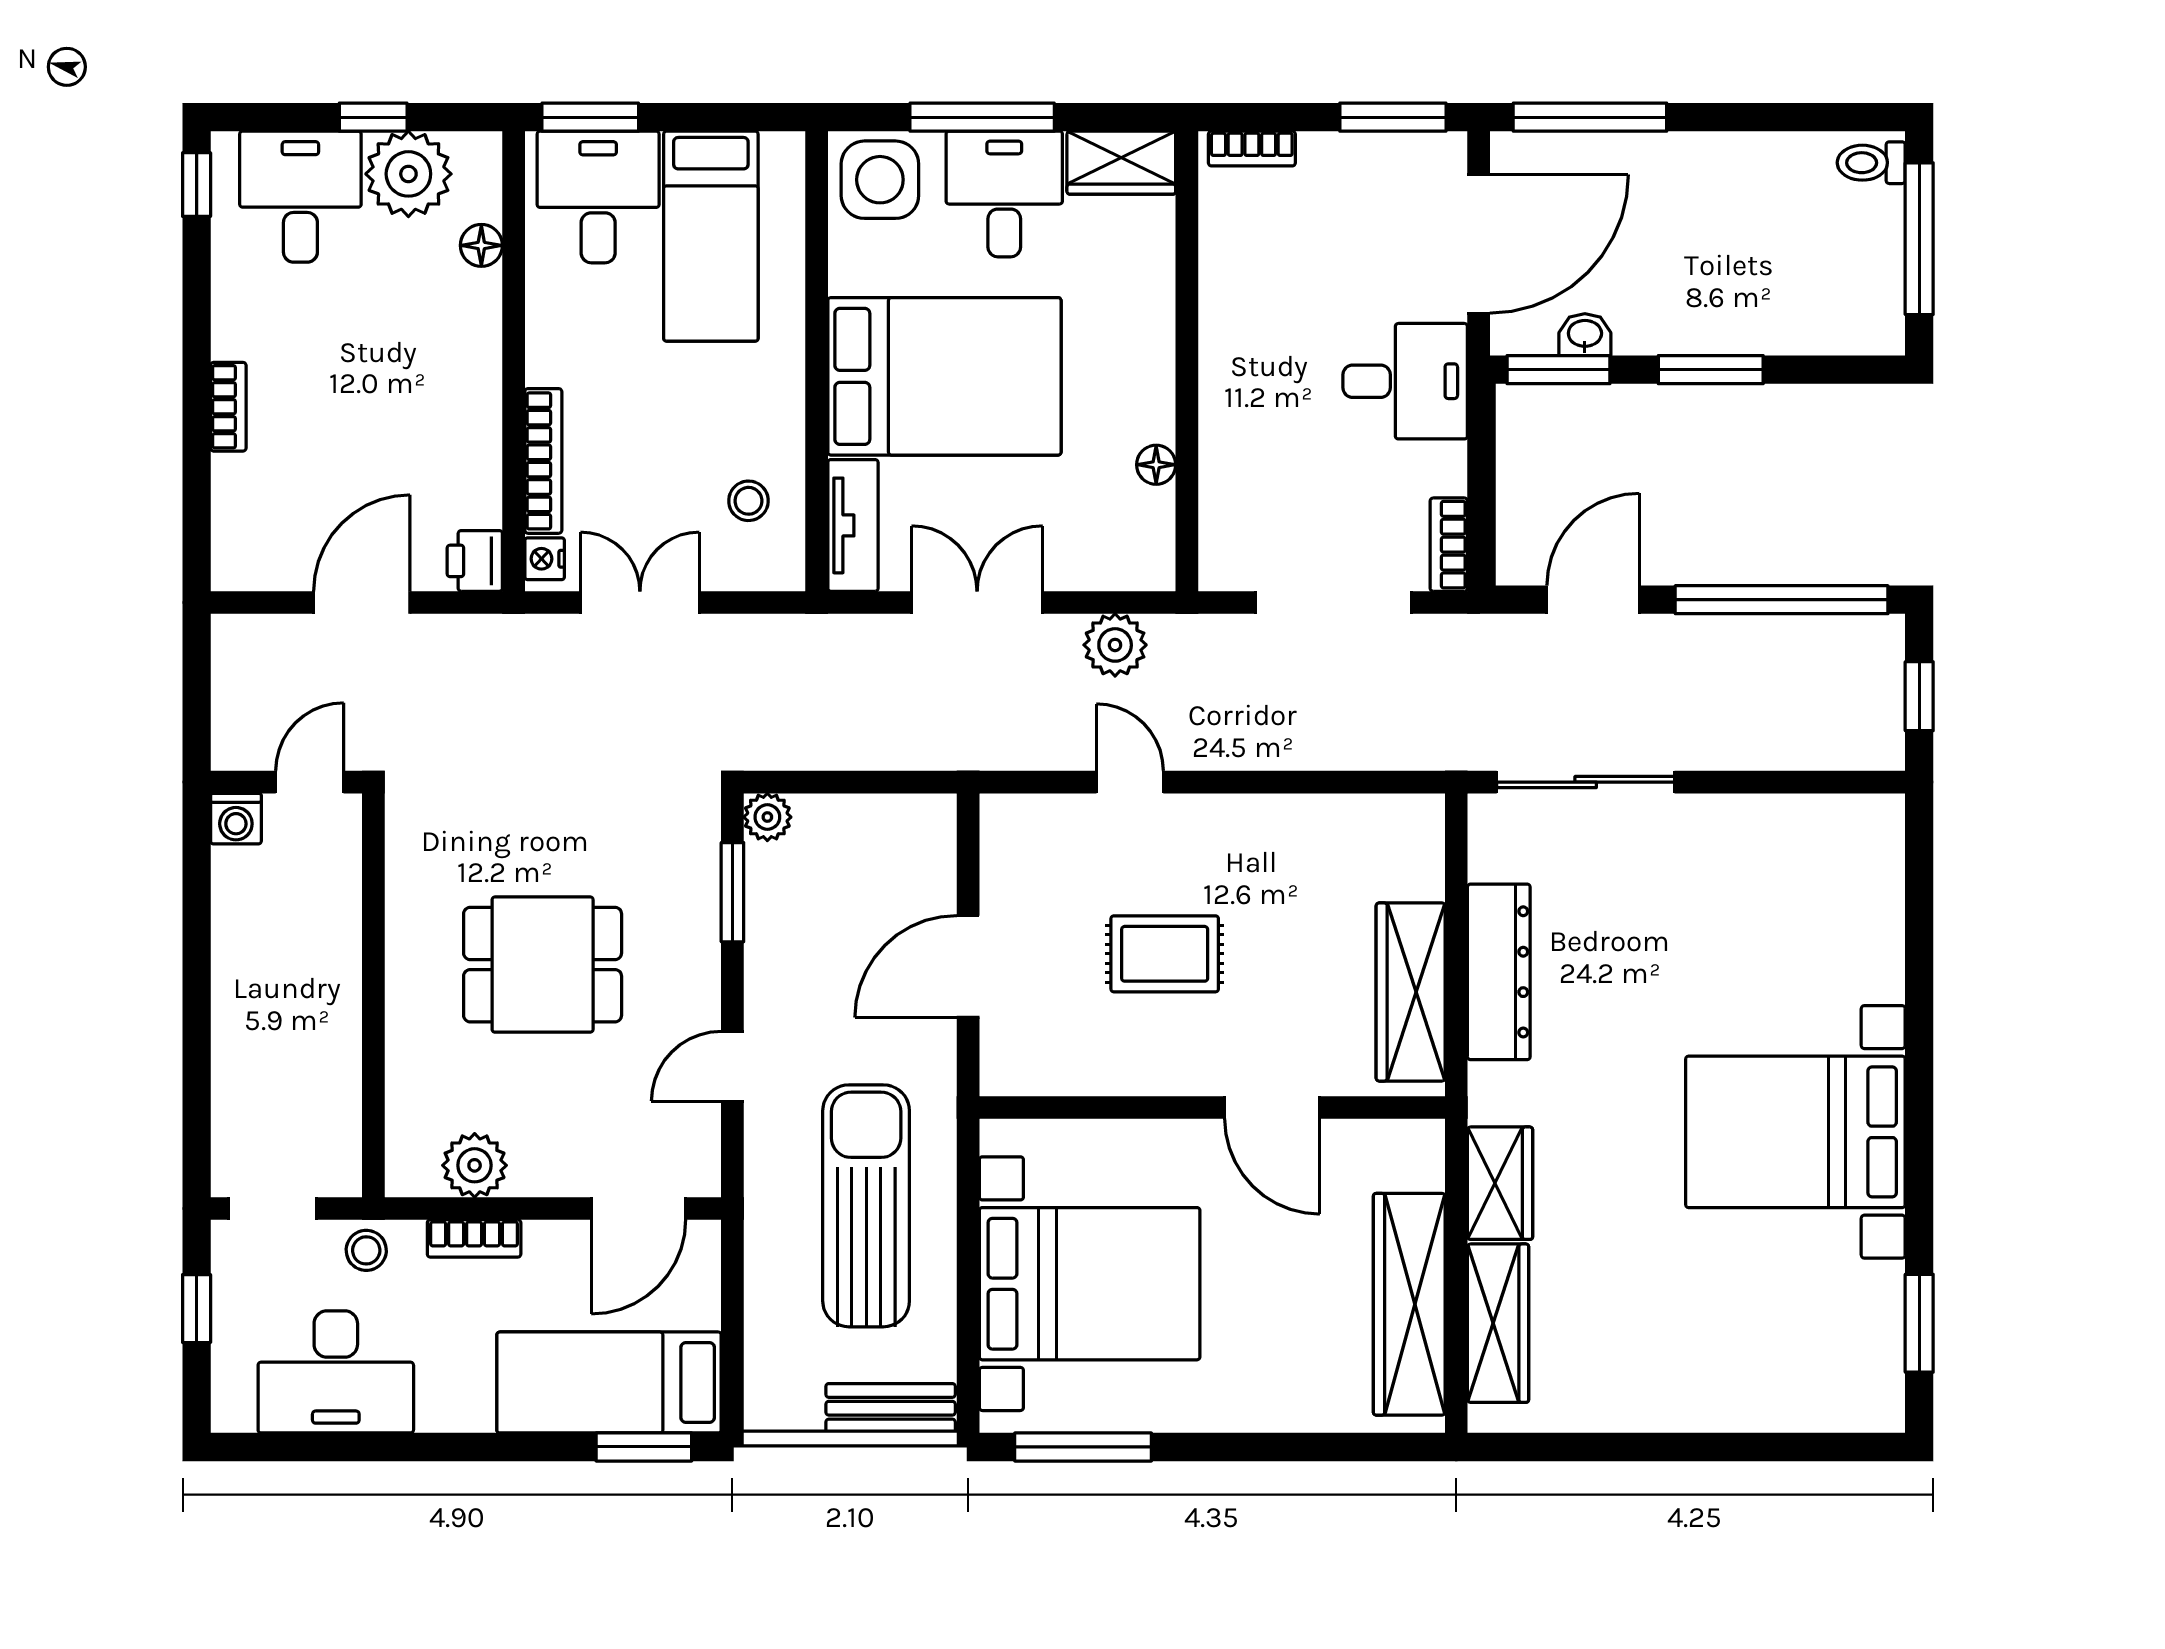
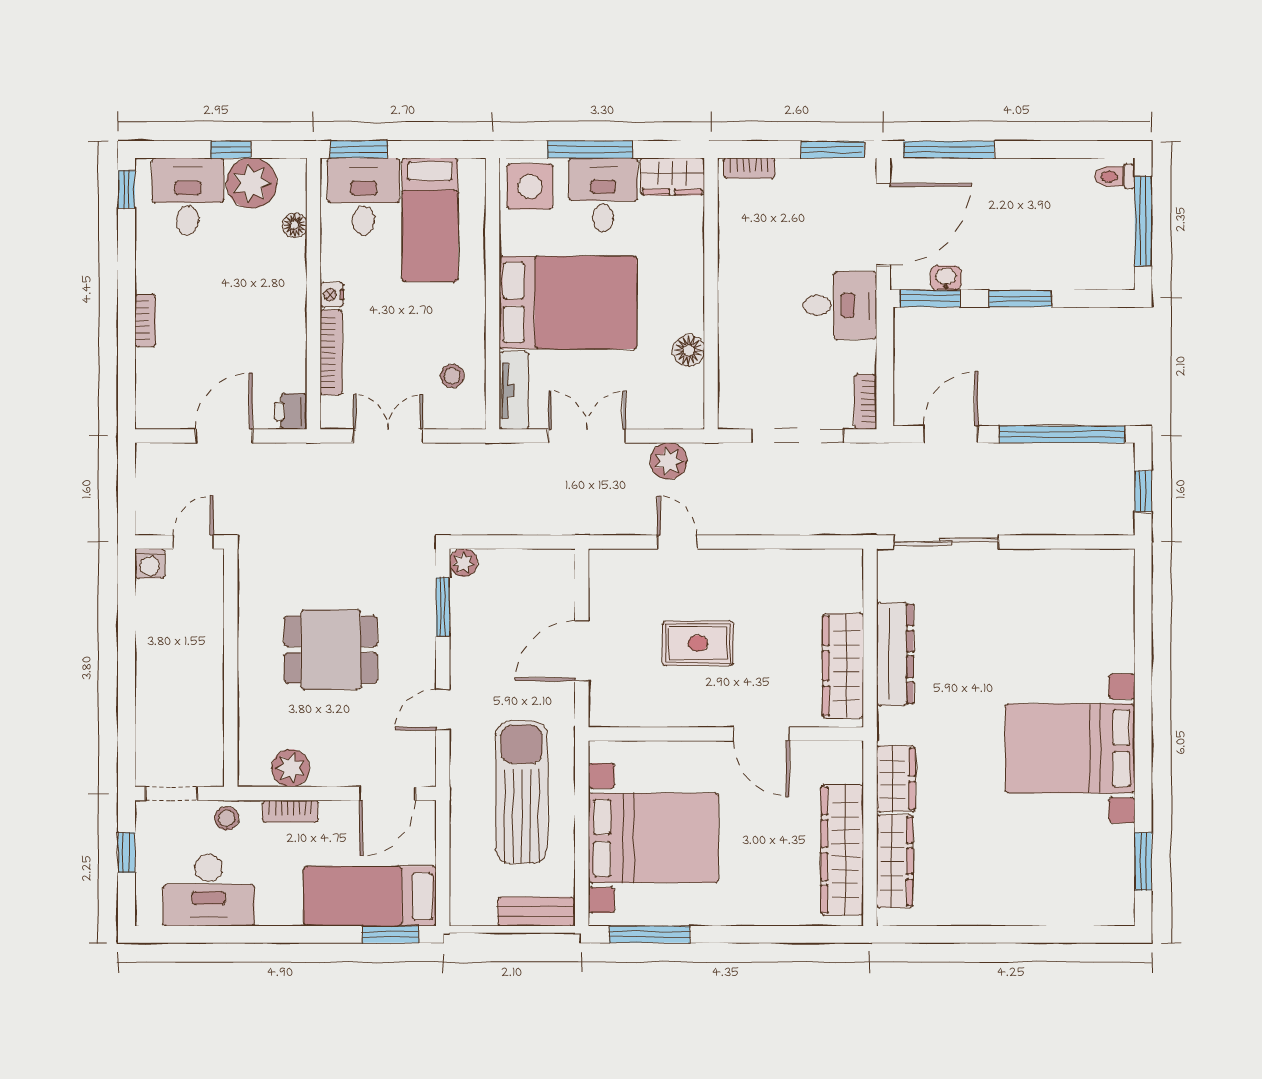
floor lamp: (1156, 465) -> (689, 350), width x1.37, depth x1.37
nightstand: (545, 559) -> (332, 295), moved

